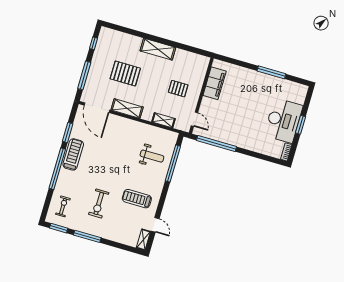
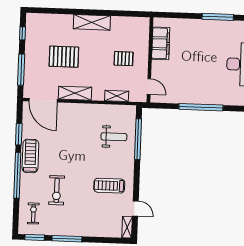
window: (217, 143) -> (201, 107), moved
exercise bike: (99, 204) -> (57, 190), moved

